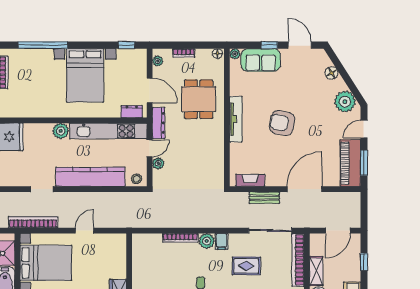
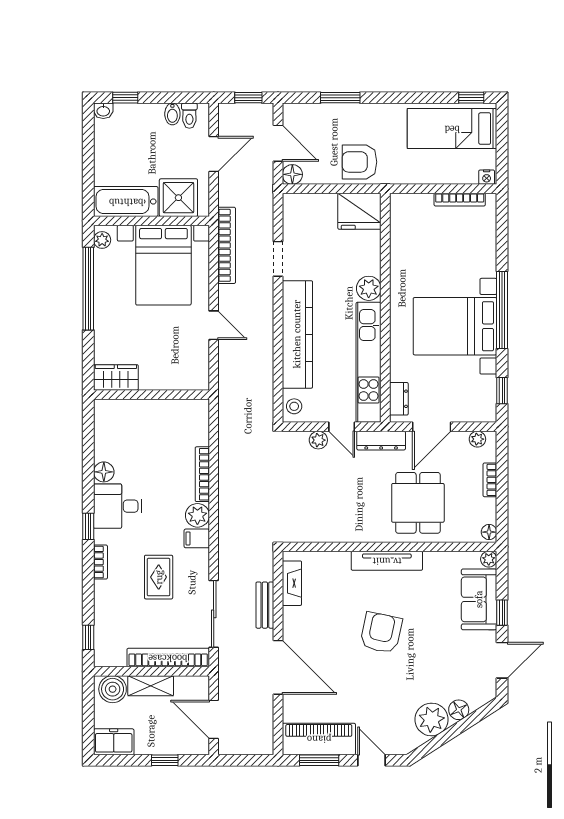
window: (43, 45) -> (502, 310), moved
dining table: (199, 99) -> (418, 503), turned 90
plant: (345, 102) -> (431, 719), moved

